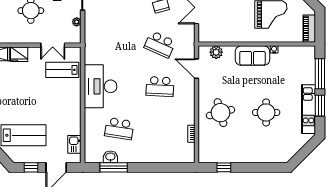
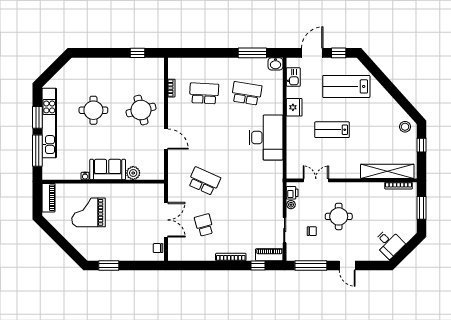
printer: (75, 33) -> (292, 193), added
plant: (216, 52) -> (133, 173), moved
fridge: (19, 54) -> (294, 107), moved, turned 90
door: (196, 69) -> (166, 139), moved
lab bench: (62, 70) -> (332, 130), moved, turned 180
school desk: (160, 87) -> (204, 93), moved
kitchen unit: (308, 109) -> (49, 123), width x1.36
washbasin: (110, 157) -> (275, 64), moved

